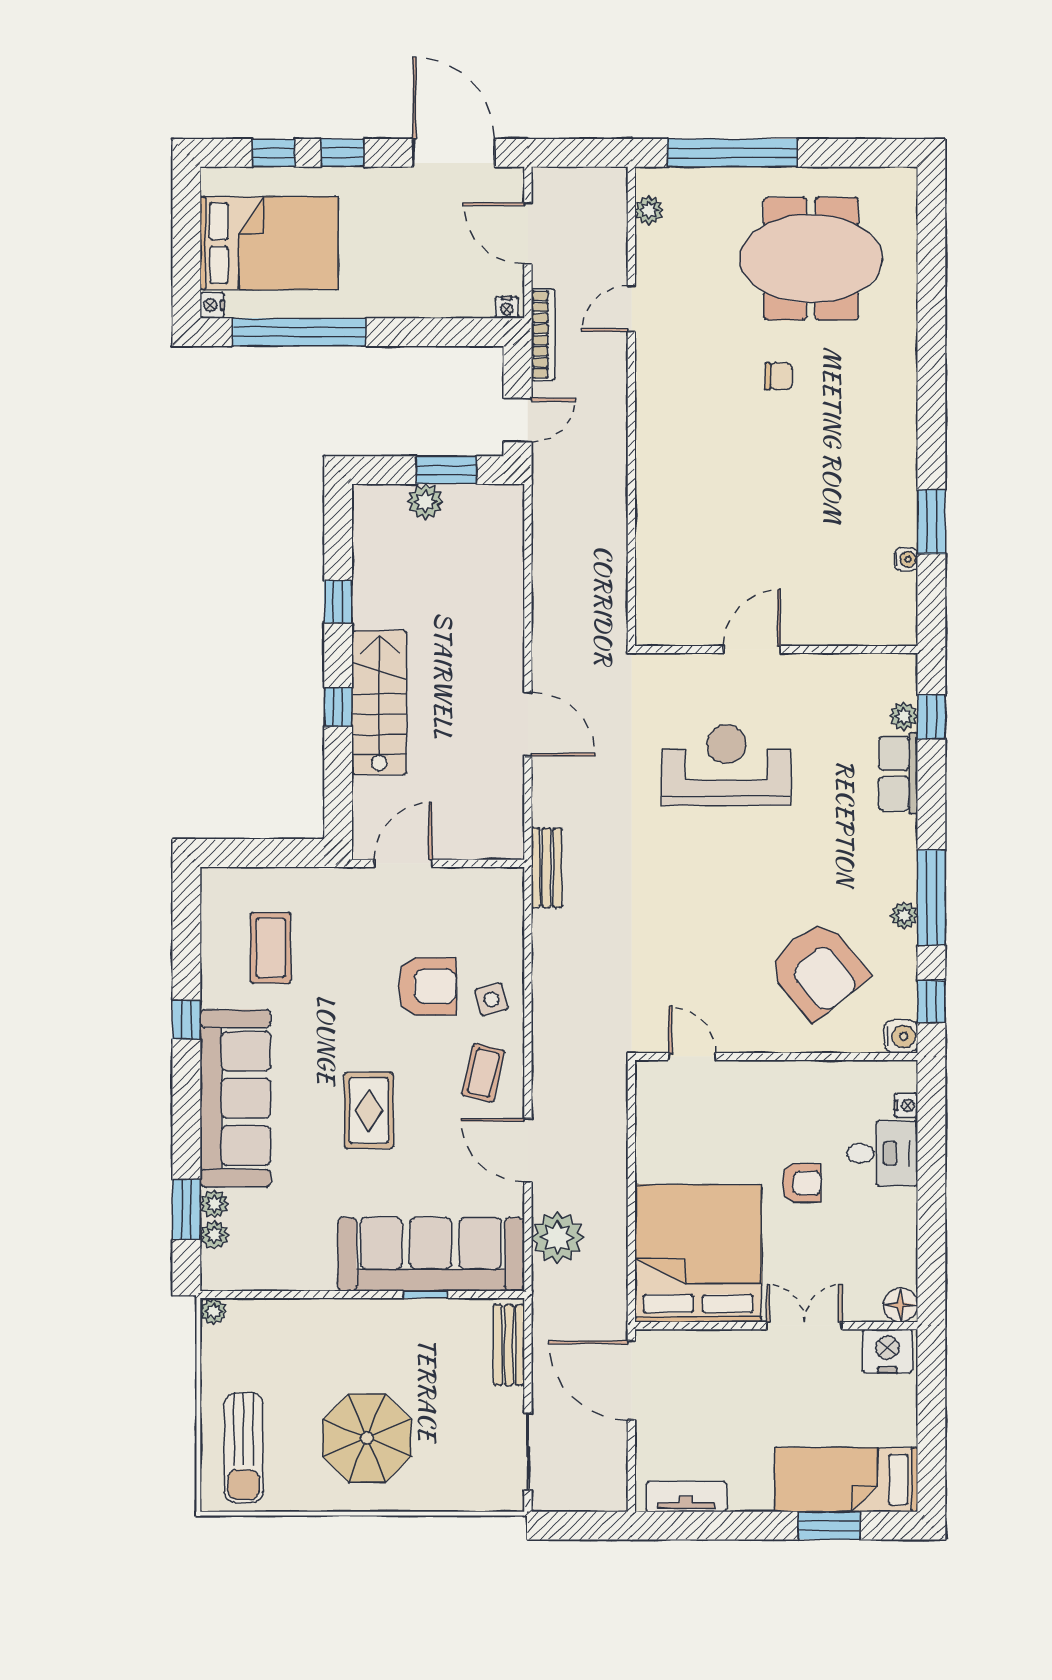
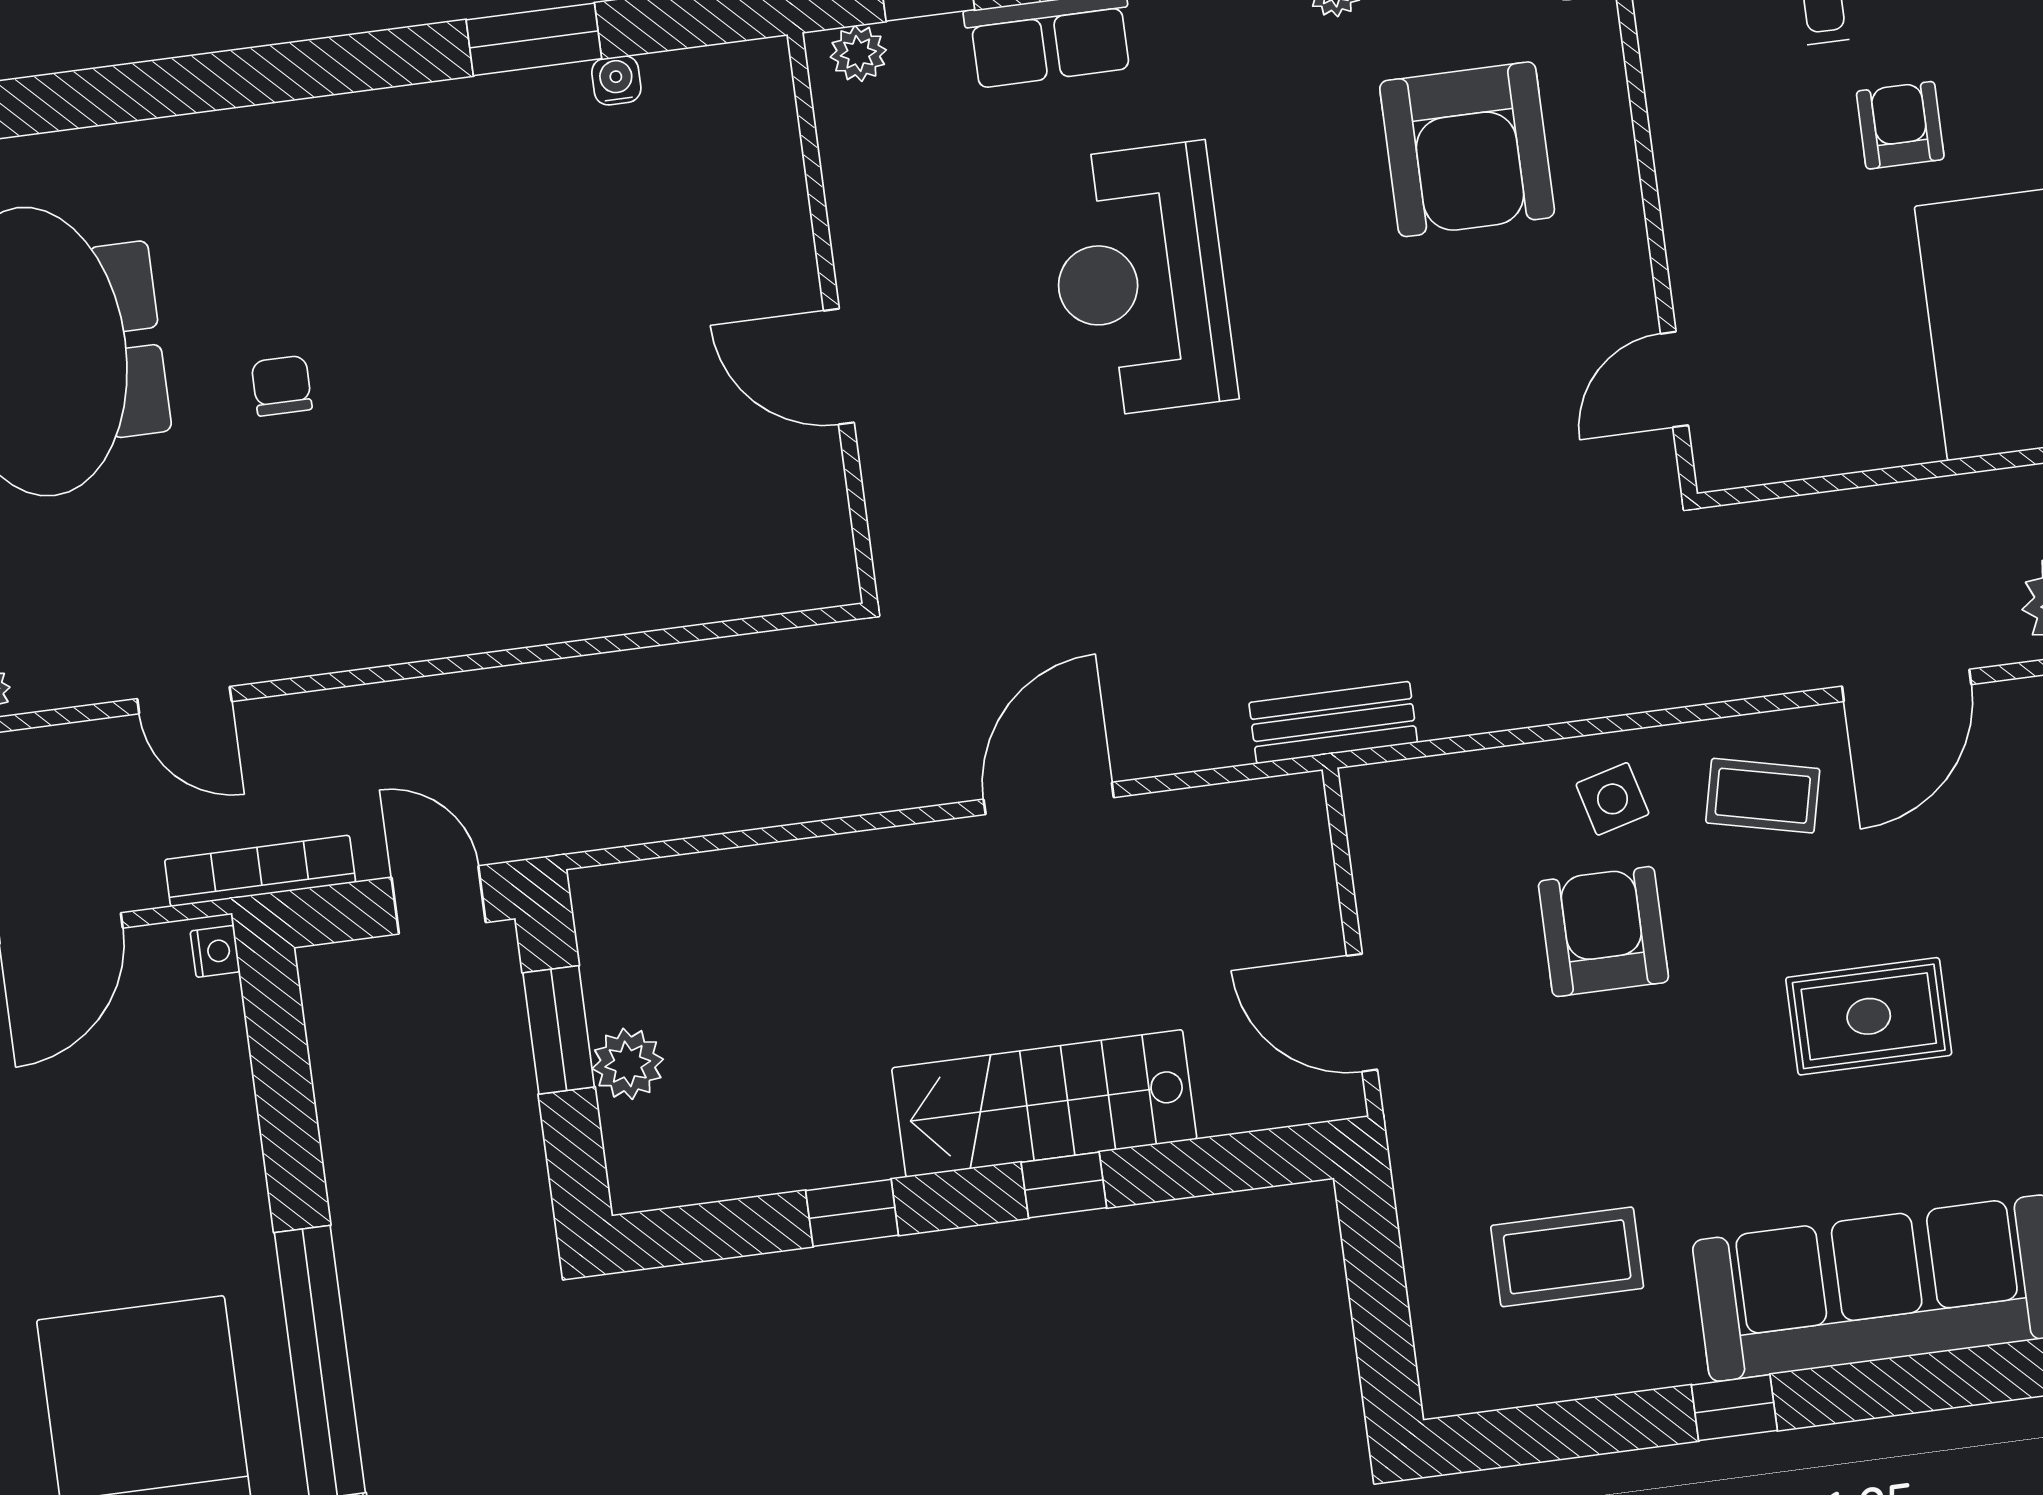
plant: (904, 716) -> (858, 53), moved
reception desk: (726, 765) -> (1141, 280), moved
armchair: (818, 970) -> (1467, 149), turned 129

